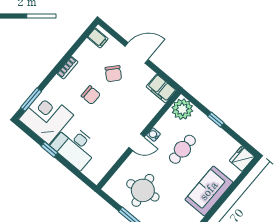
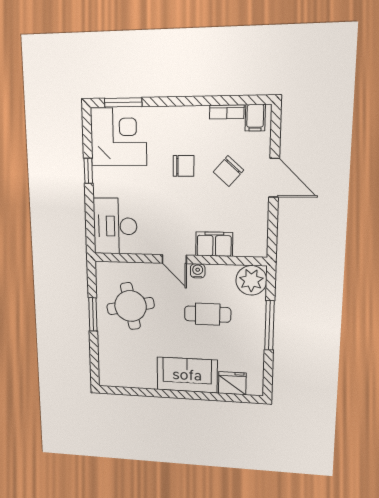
bookcase: (67, 68) -> (227, 112), moved
filing cabinet: (161, 89) -> (214, 244), moved, turned 90
chair: (91, 95) -> (183, 166), turned -90
window: (216, 120) -> (270, 325), width x2.17
desk: (75, 147) -> (115, 226), moved
fridge: (242, 159) -> (232, 383), moved

